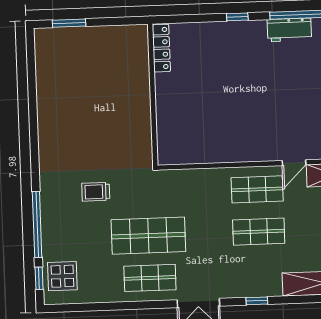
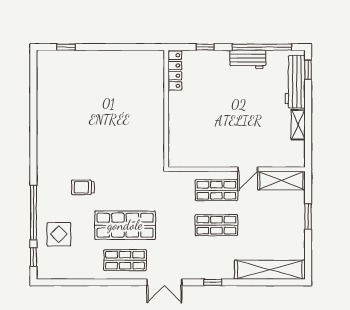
window: (69, 23) -> (66, 47), width x0.67
locker: (161, 48) -> (175, 71), moved
wall: (153, 95) -> (166, 109), moved
display table: (62, 276) -> (59, 234), moved

